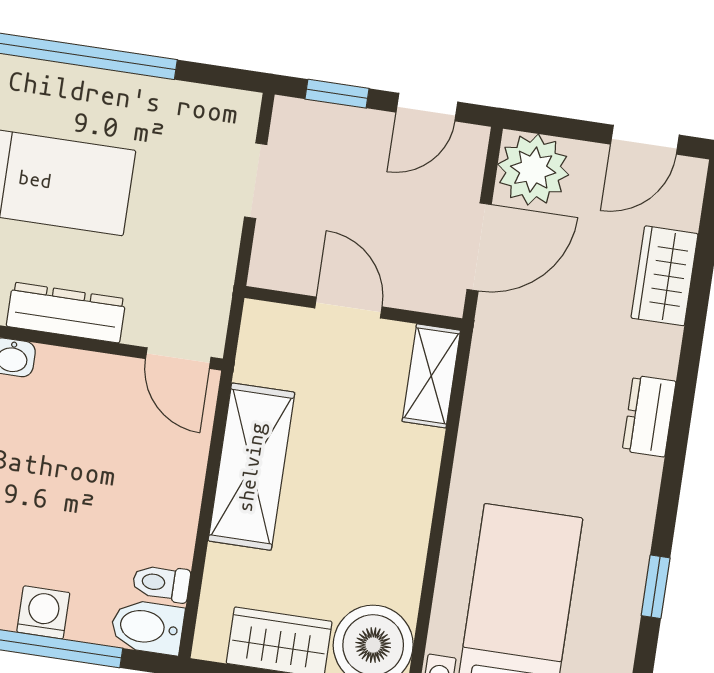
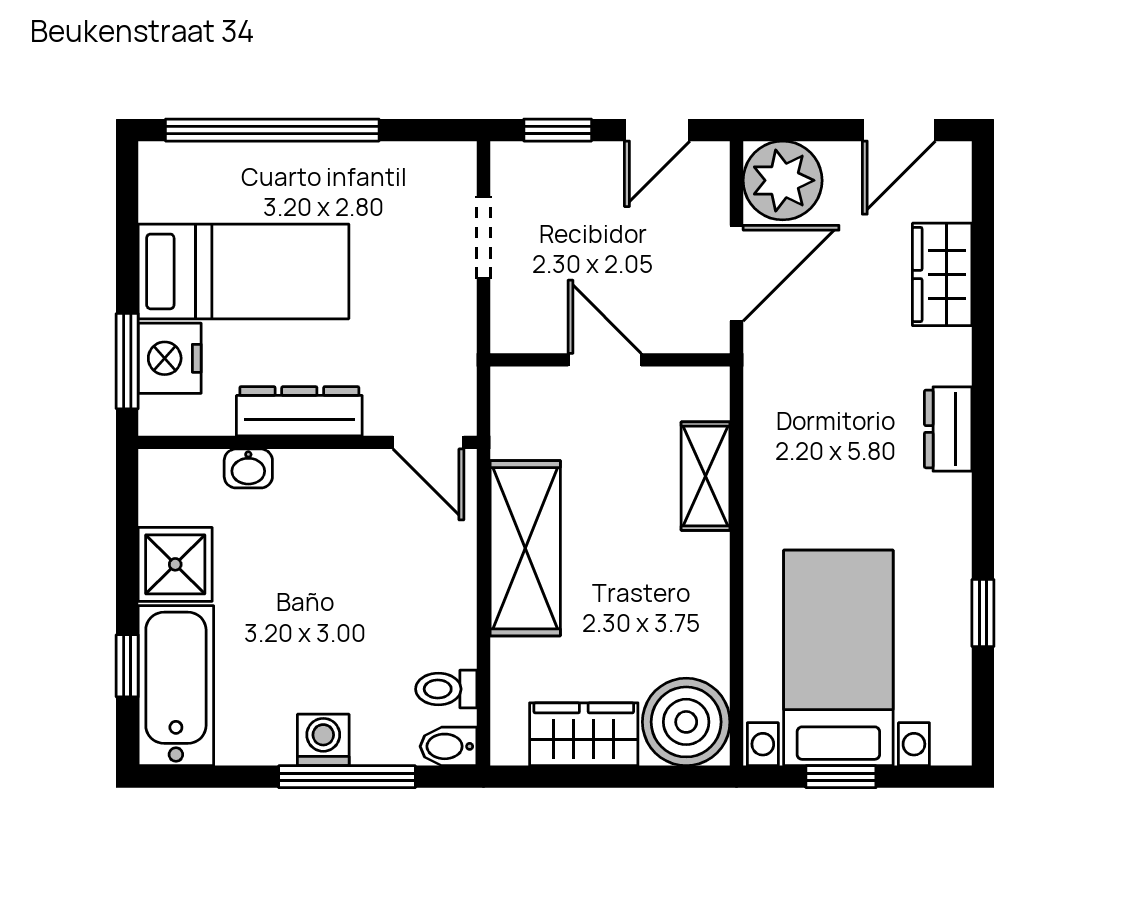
shelving: (431, 376) -> (706, 476), moved
bidet: (147, 627) -> (449, 746), width x0.72, depth x0.74

